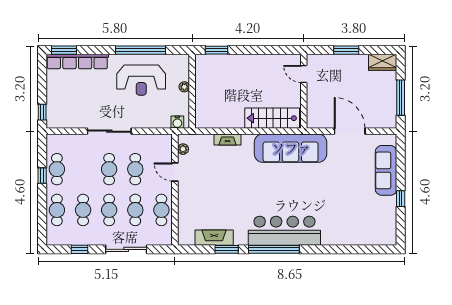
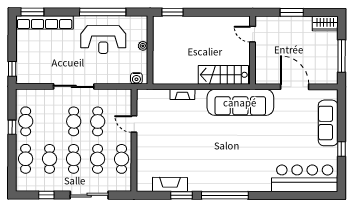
plant: (183, 149) -> (142, 103), removed
bar counter: (284, 231) -> (305, 178), moved

